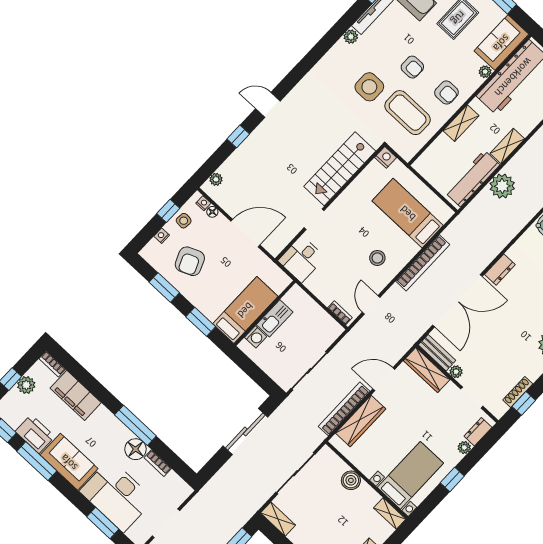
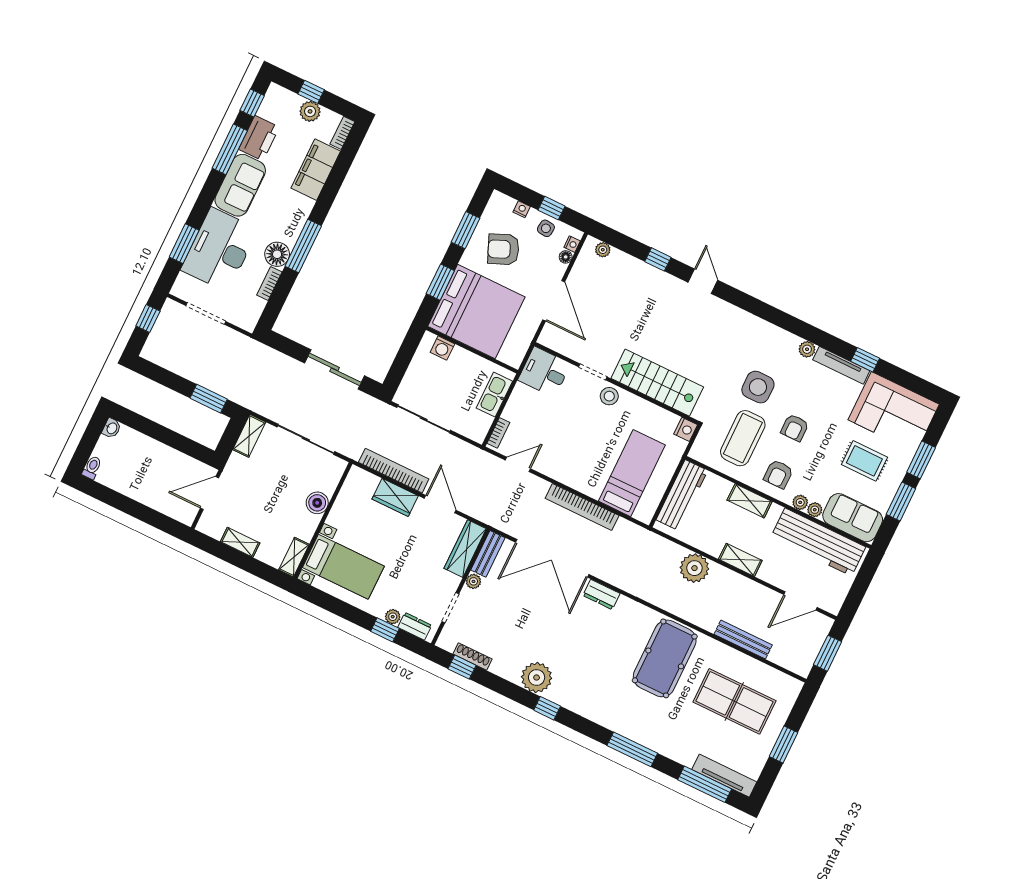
plant: (475, 82) -> (800, 502), added
workbench: (472, 179) -> (682, 495), moved, turned 90
stool: (377, 258) -> (609, 396), moved
bed: (245, 310) -> (476, 312), width x2.04
kitchen sink: (275, 318) -> (494, 395), moved, turned 90
wardrobe: (361, 421) -> (395, 497), width x0.67
window: (452, 479) -> (385, 630), moved

